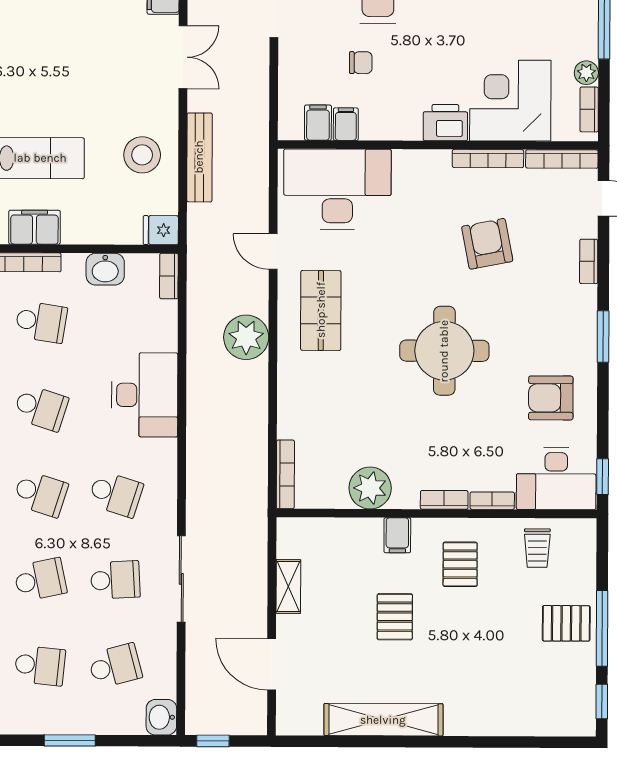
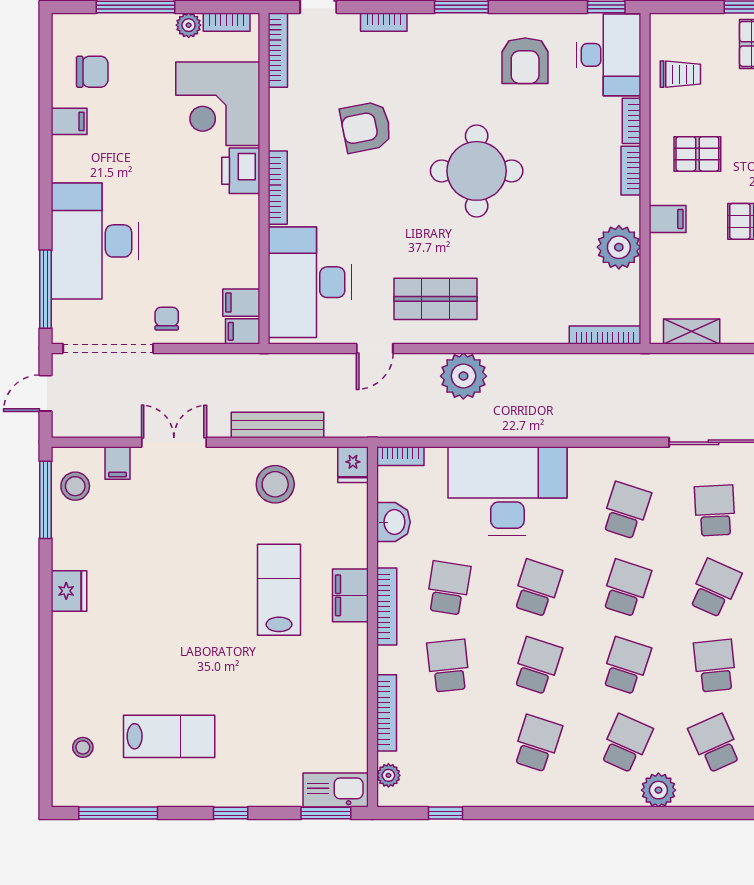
chair: (361, 63) -> (167, 319), moved
filing cabinet: (346, 124) -> (243, 331), moved
bookcase: (488, 159) -> (278, 188), moved
desk: (145, 395) -> (507, 491), width x1.36, depth x1.30
school desk: (40, 580) -> (715, 588), turned 36
shelving: (288, 586) -> (692, 331), moved

